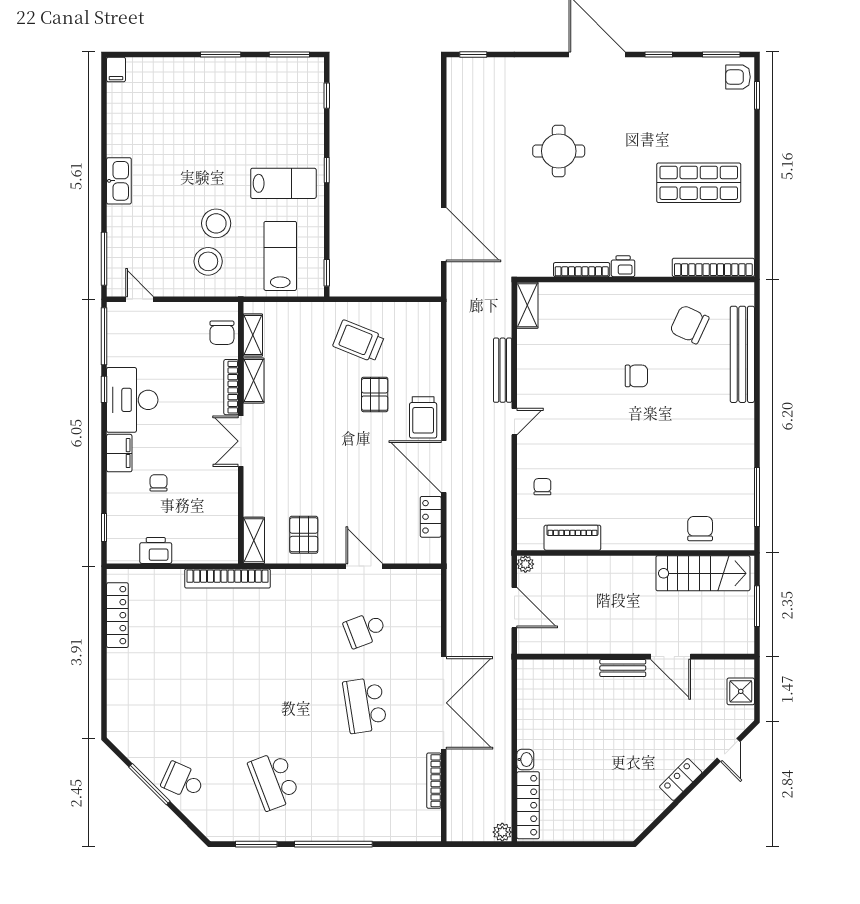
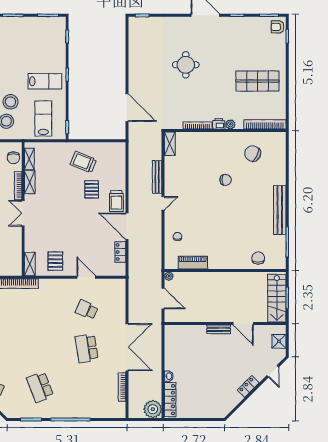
plant: (646, 267) -> (230, 124), added
bench: (742, 354) -> (280, 210), moved
stairs: (703, 573) -> (277, 298), moved, turned 90
school desk: (365, 630) -> (87, 310), turned 45
plant: (502, 832) -> (153, 409), width x1.88, depth x1.88

